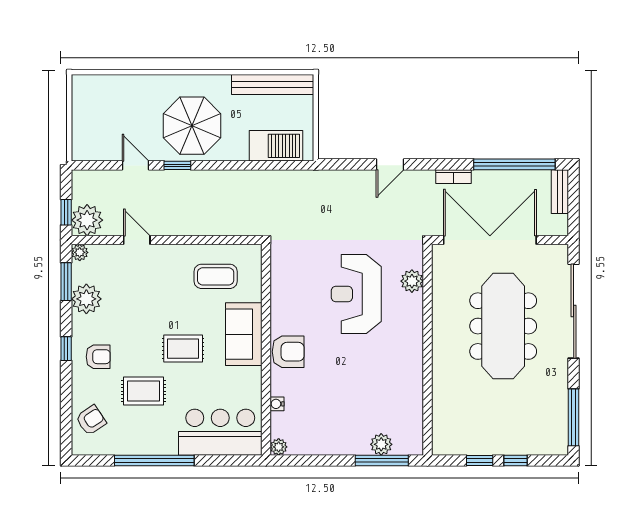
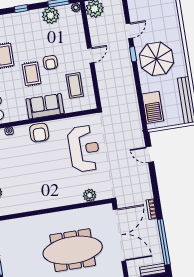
door: (390, 164) -> (150, 154), moved
door: (137, 240) -> (91, 55), moved
reception desk: (356, 294) -> (84, 149), moved, turned 90
armchair: (98, 357) -> (50, 62), moved

